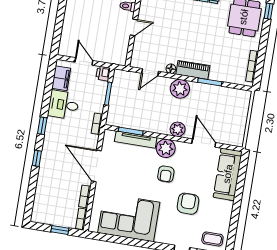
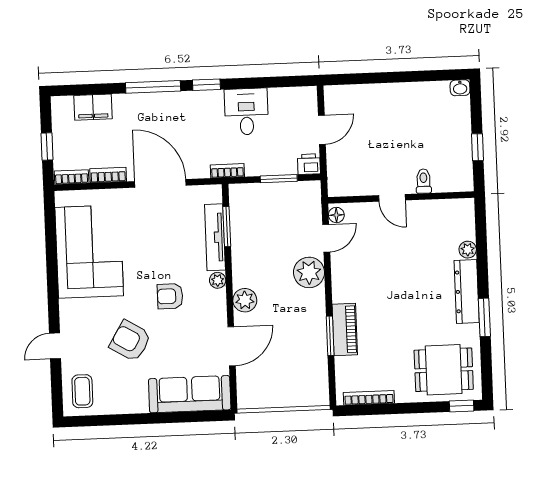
floor lamp: (171, 69) -> (336, 215), moved
piano: (193, 70) -> (345, 329), moved
door: (150, 72) -> (326, 238), swing flipped
filing cabinet: (61, 78) -> (93, 107), moved
plant: (180, 89) -> (309, 272), moved
plant: (166, 148) -> (218, 280), width x0.53, depth x0.53
window: (37, 158) -> (153, 87), width x2.17
door: (96, 166) -> (160, 183), hinge flipped
armchair: (188, 204) -> (130, 341), turned -149

